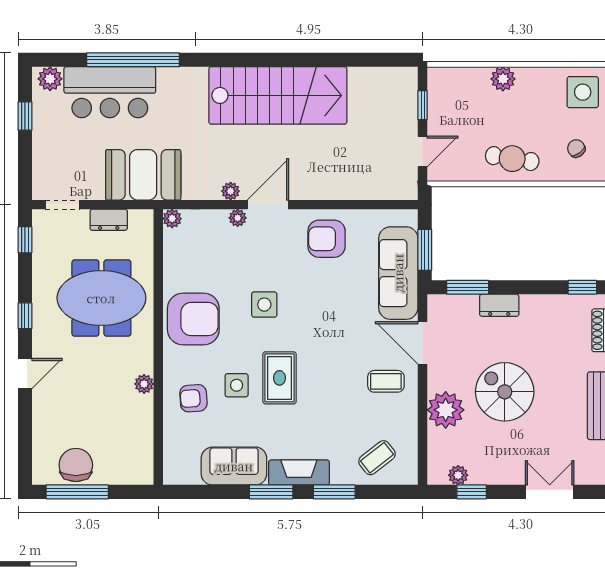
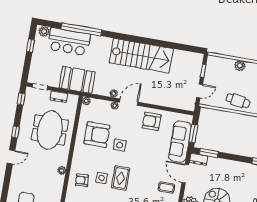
meeting table: (101, 298) -> (50, 130), turned 90
dresser: (499, 305) -> (199, 159), moved
armchair: (193, 319) -> (97, 135), moved

